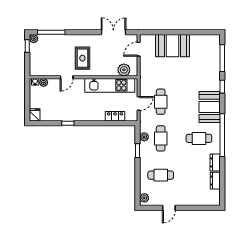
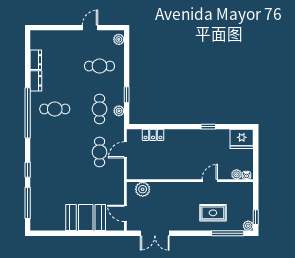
door: (139, 49) -> (125, 213), swing flipped
rug: (82, 58) -> (213, 213), moved, turned 90
kitchen unit: (110, 85) -> (159, 171), removed
booth: (210, 107) -> (42, 146), removed
fridge: (35, 115) -> (242, 139), width x1.88, depth x1.34

